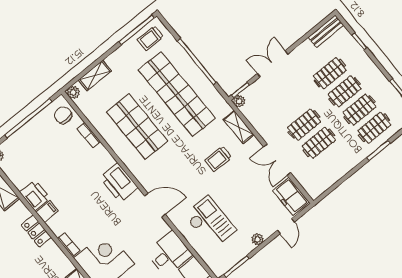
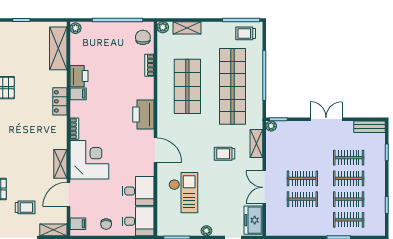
double door: (273, 64) -> (326, 119), moved

